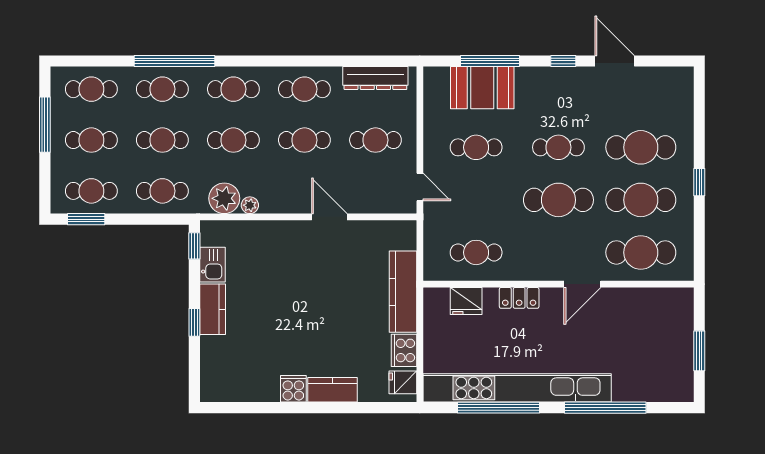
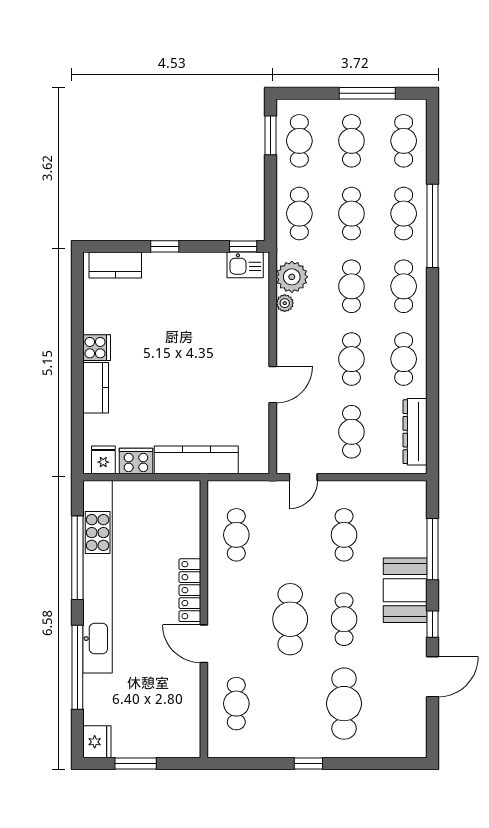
booth: (482, 88) -> (405, 590), moved
cafe table: (641, 200) -> (290, 704), removed
cafe table: (641, 252) -> (236, 704), width x0.73, depth x0.74
kitchen sink: (213, 265) -> (245, 265), moved
locker: (519, 298) -> (190, 590), width x1.53
fridge: (466, 301) -> (97, 742), moved, turned 180
kitchen counter: (213, 309) -> (115, 265), moved

